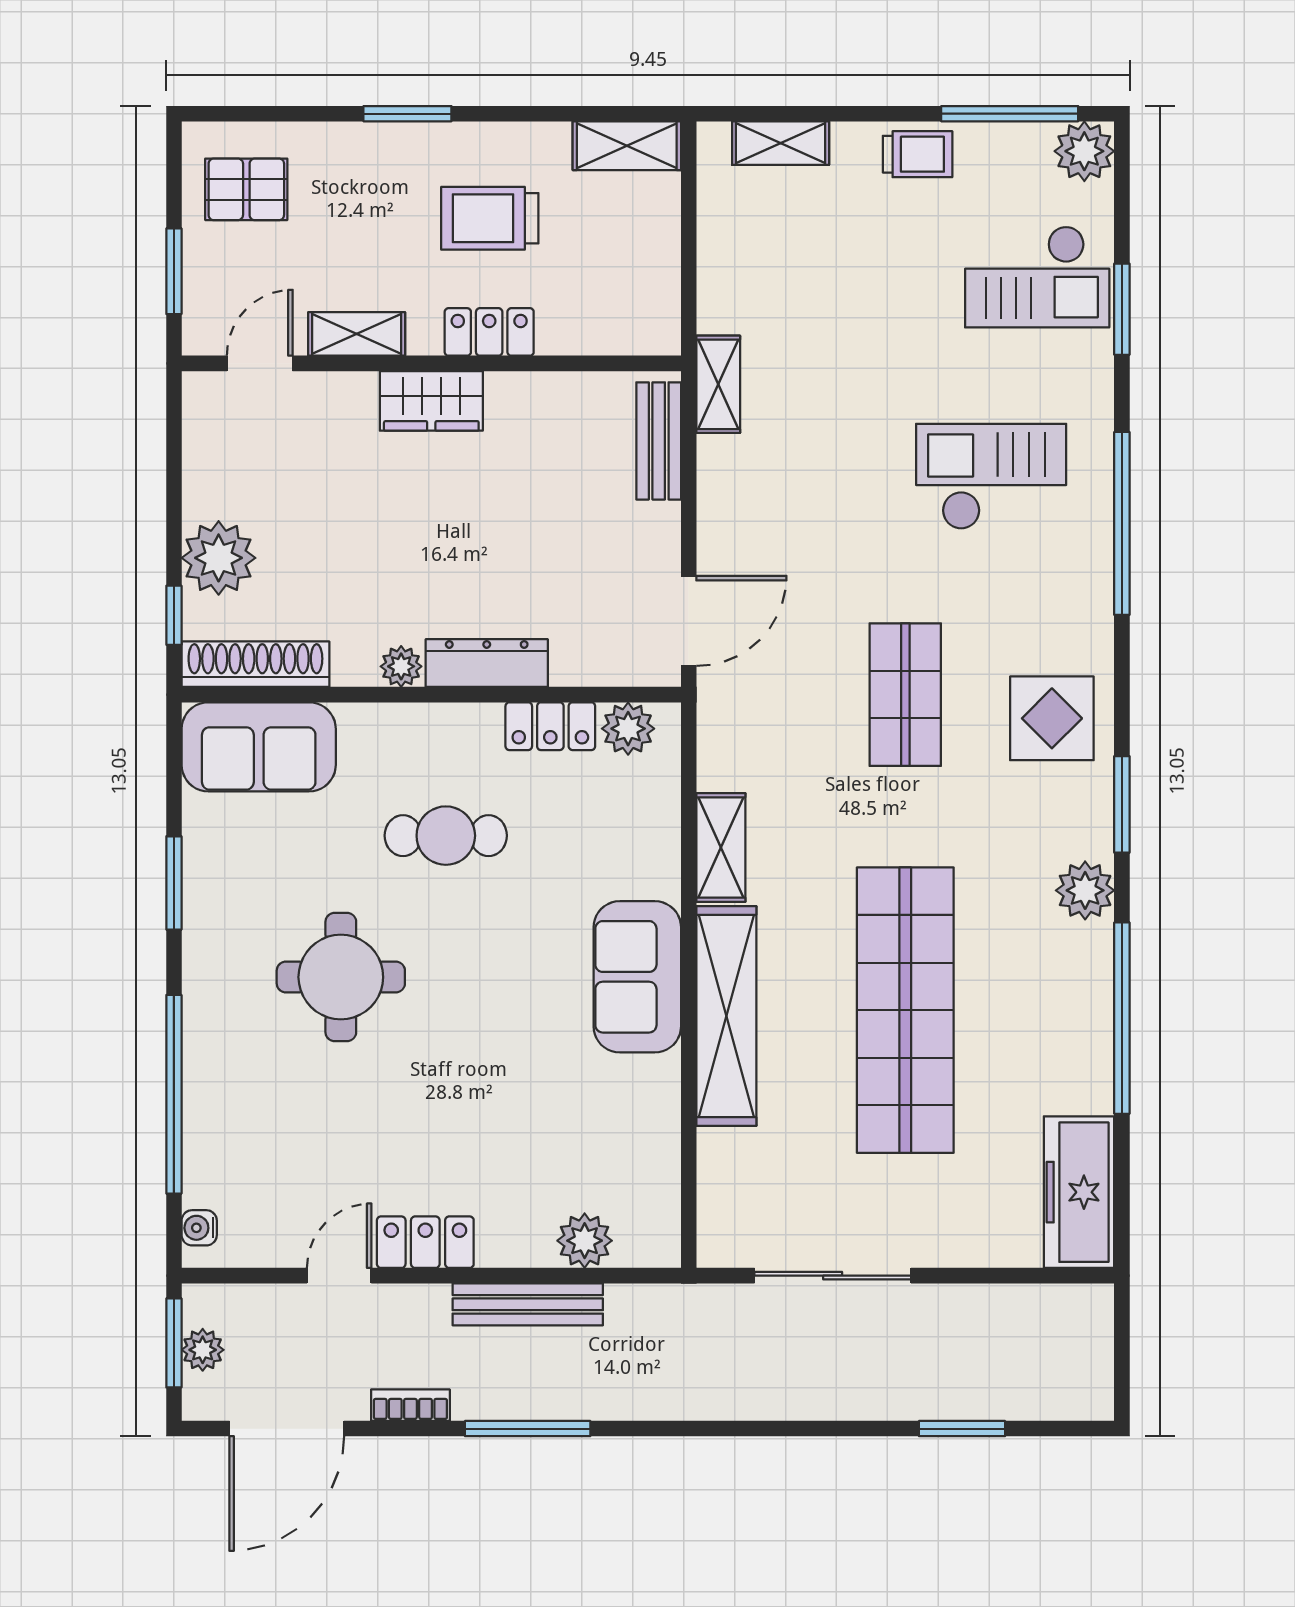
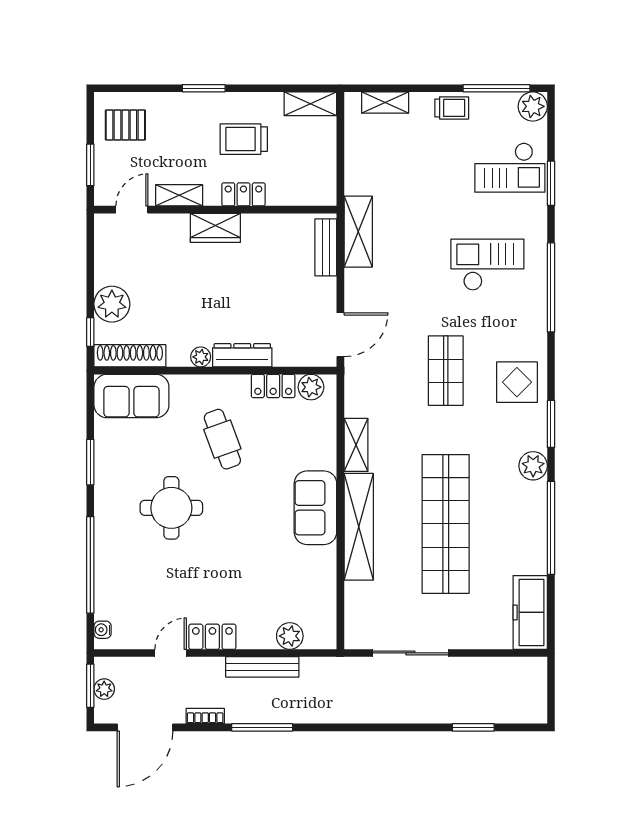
shelving: (718, 384) -> (358, 232), width x1.50, depth x1.33
cafe table: (446, 836) -> (222, 439), turned 70

